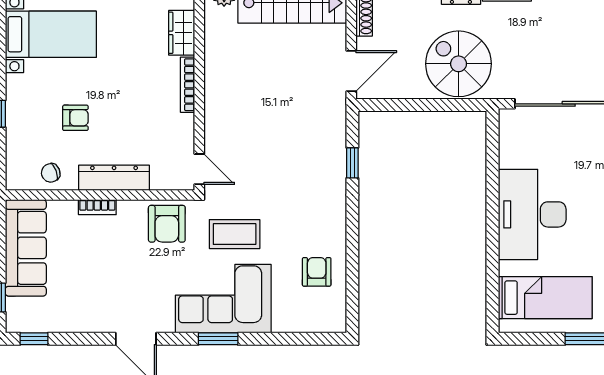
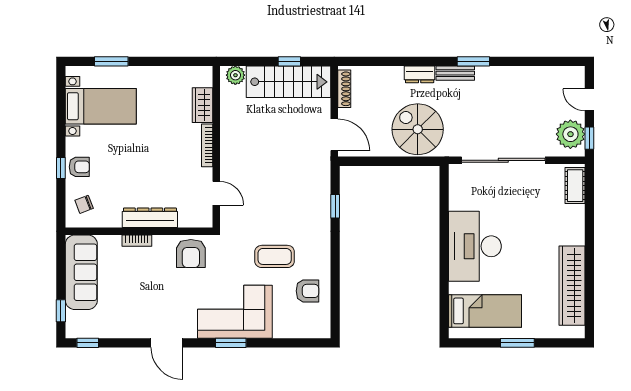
door: (351, 71) -> (334, 135), hinge flipped
armchair: (75, 118) -> (79, 167), moved
door: (199, 169) -> (216, 193), moved
chair: (51, 173) -> (84, 204), moved
coffee table: (235, 234) -> (275, 256), moved
armchair: (317, 272) -> (307, 291), turned 90

